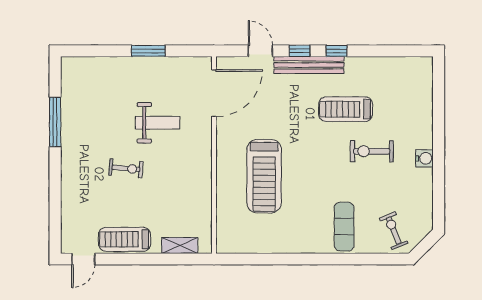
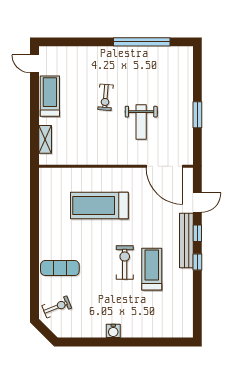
window: (55, 122) -> (142, 42), width x1.46
exercise bike: (372, 151) -> (125, 263), moved

